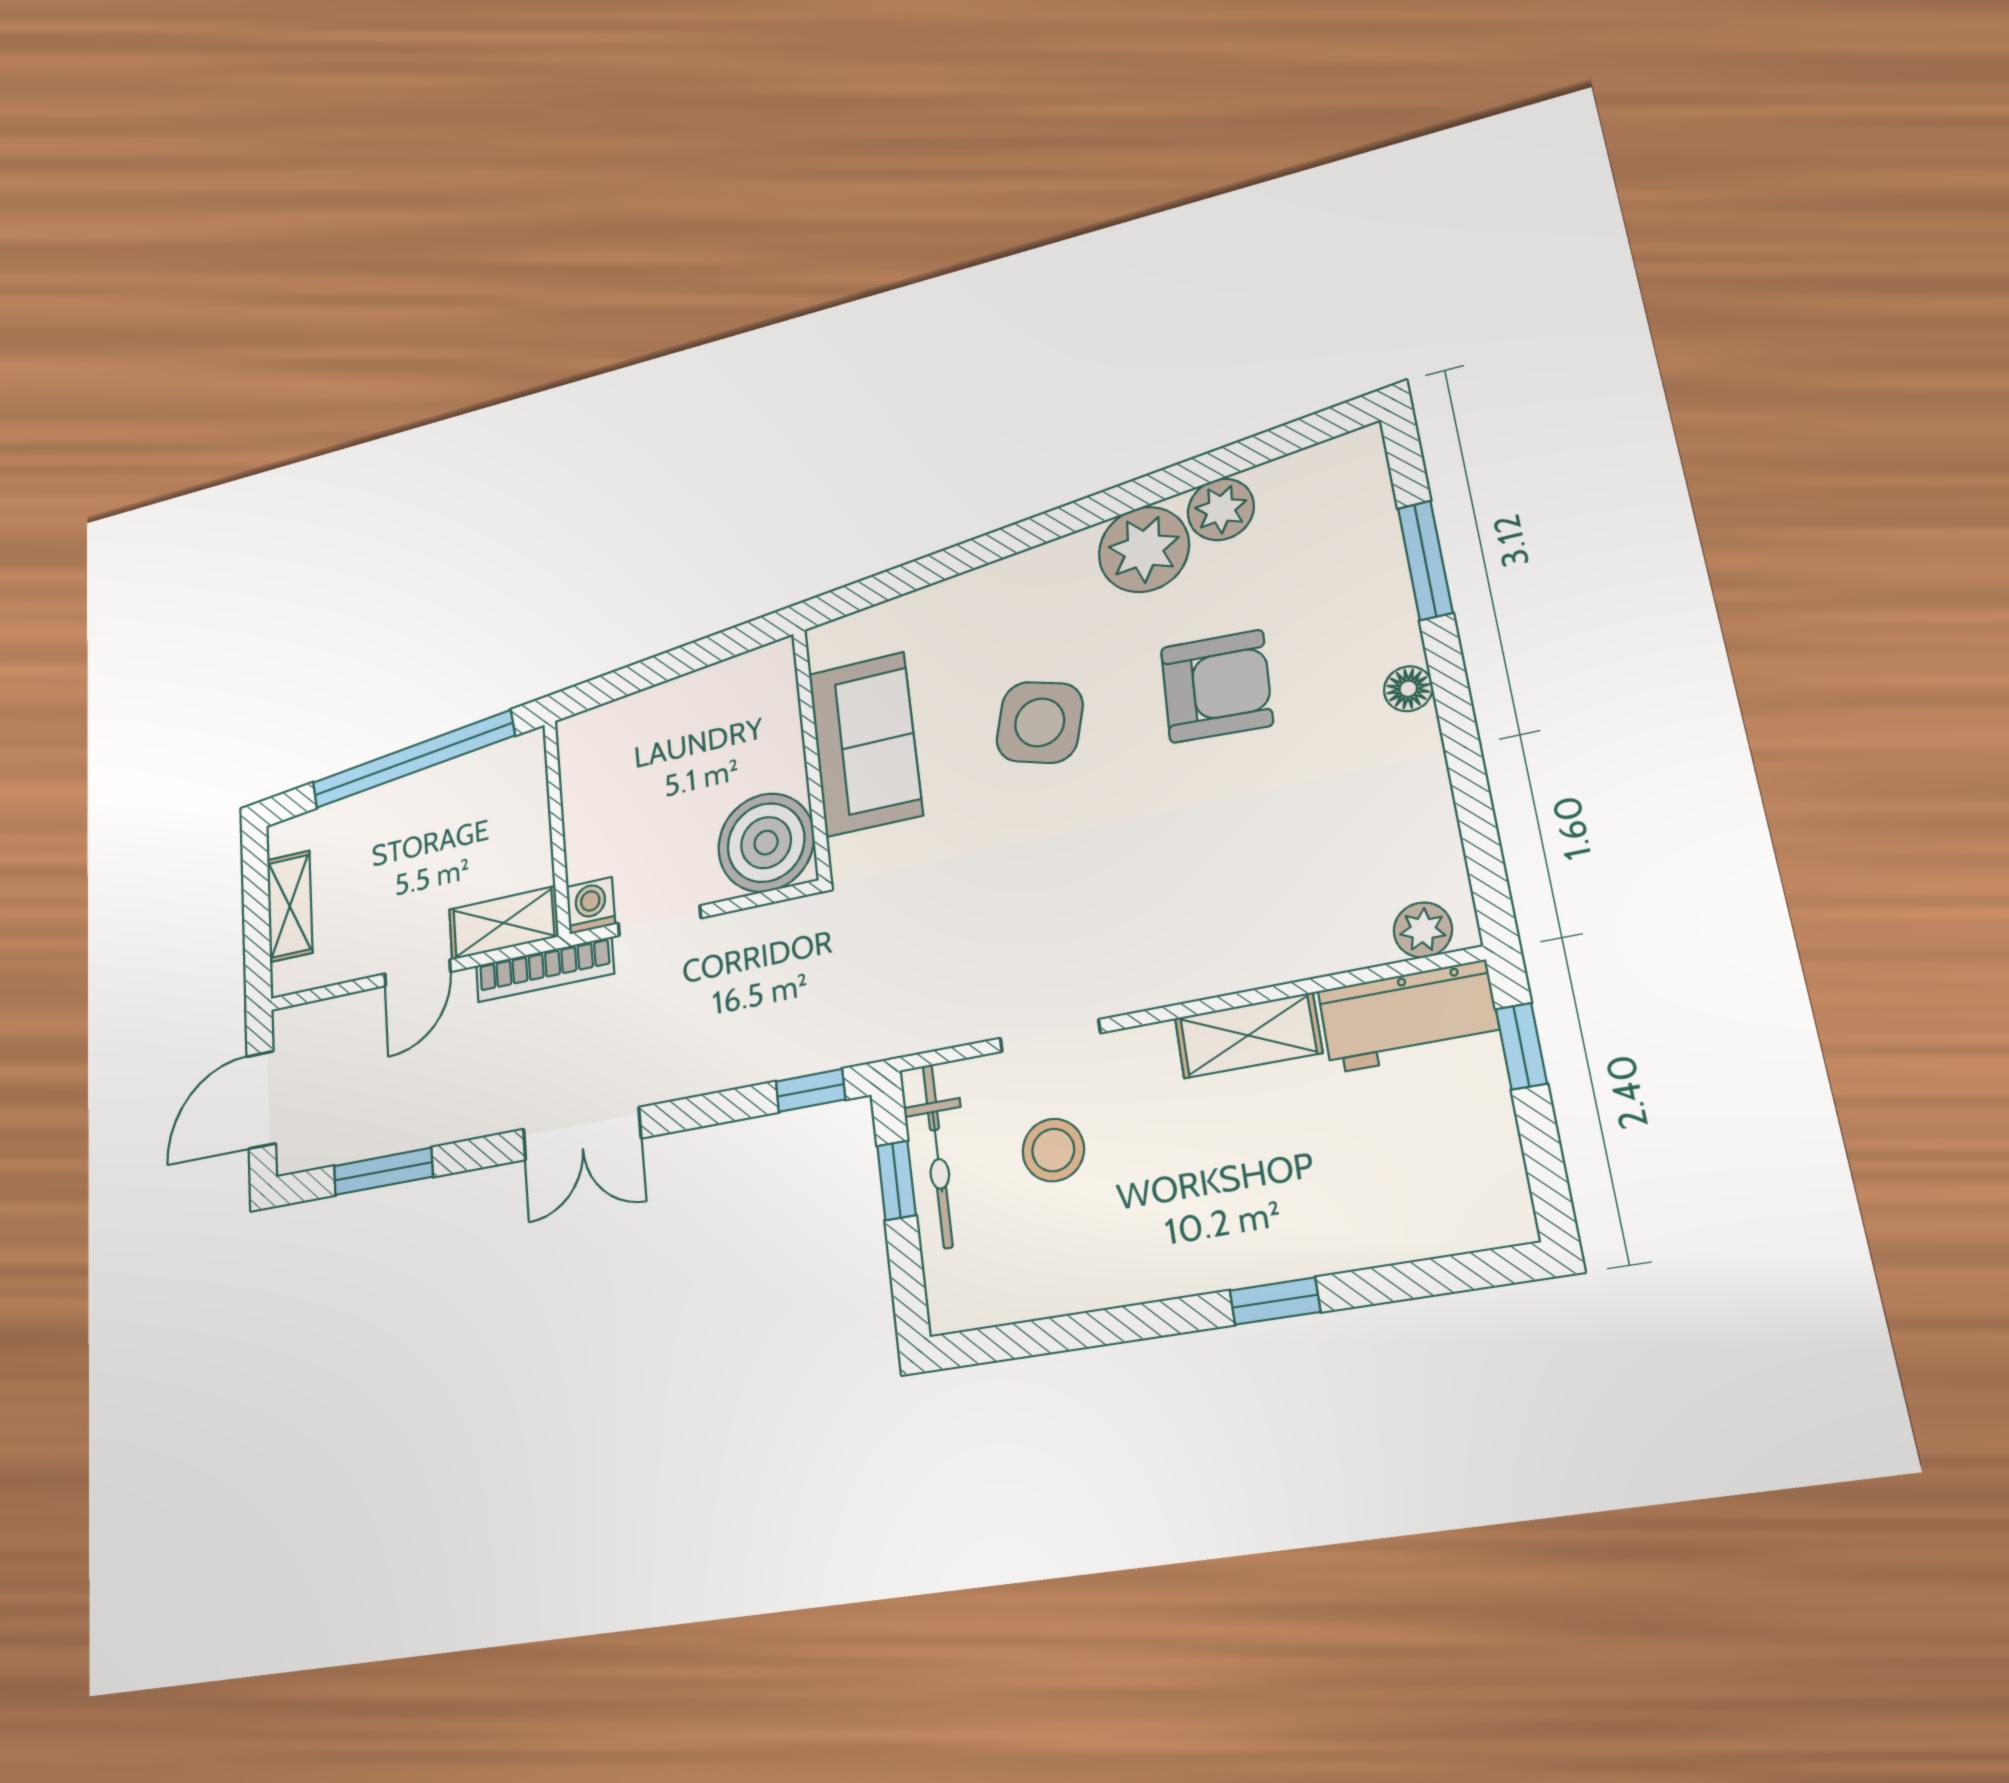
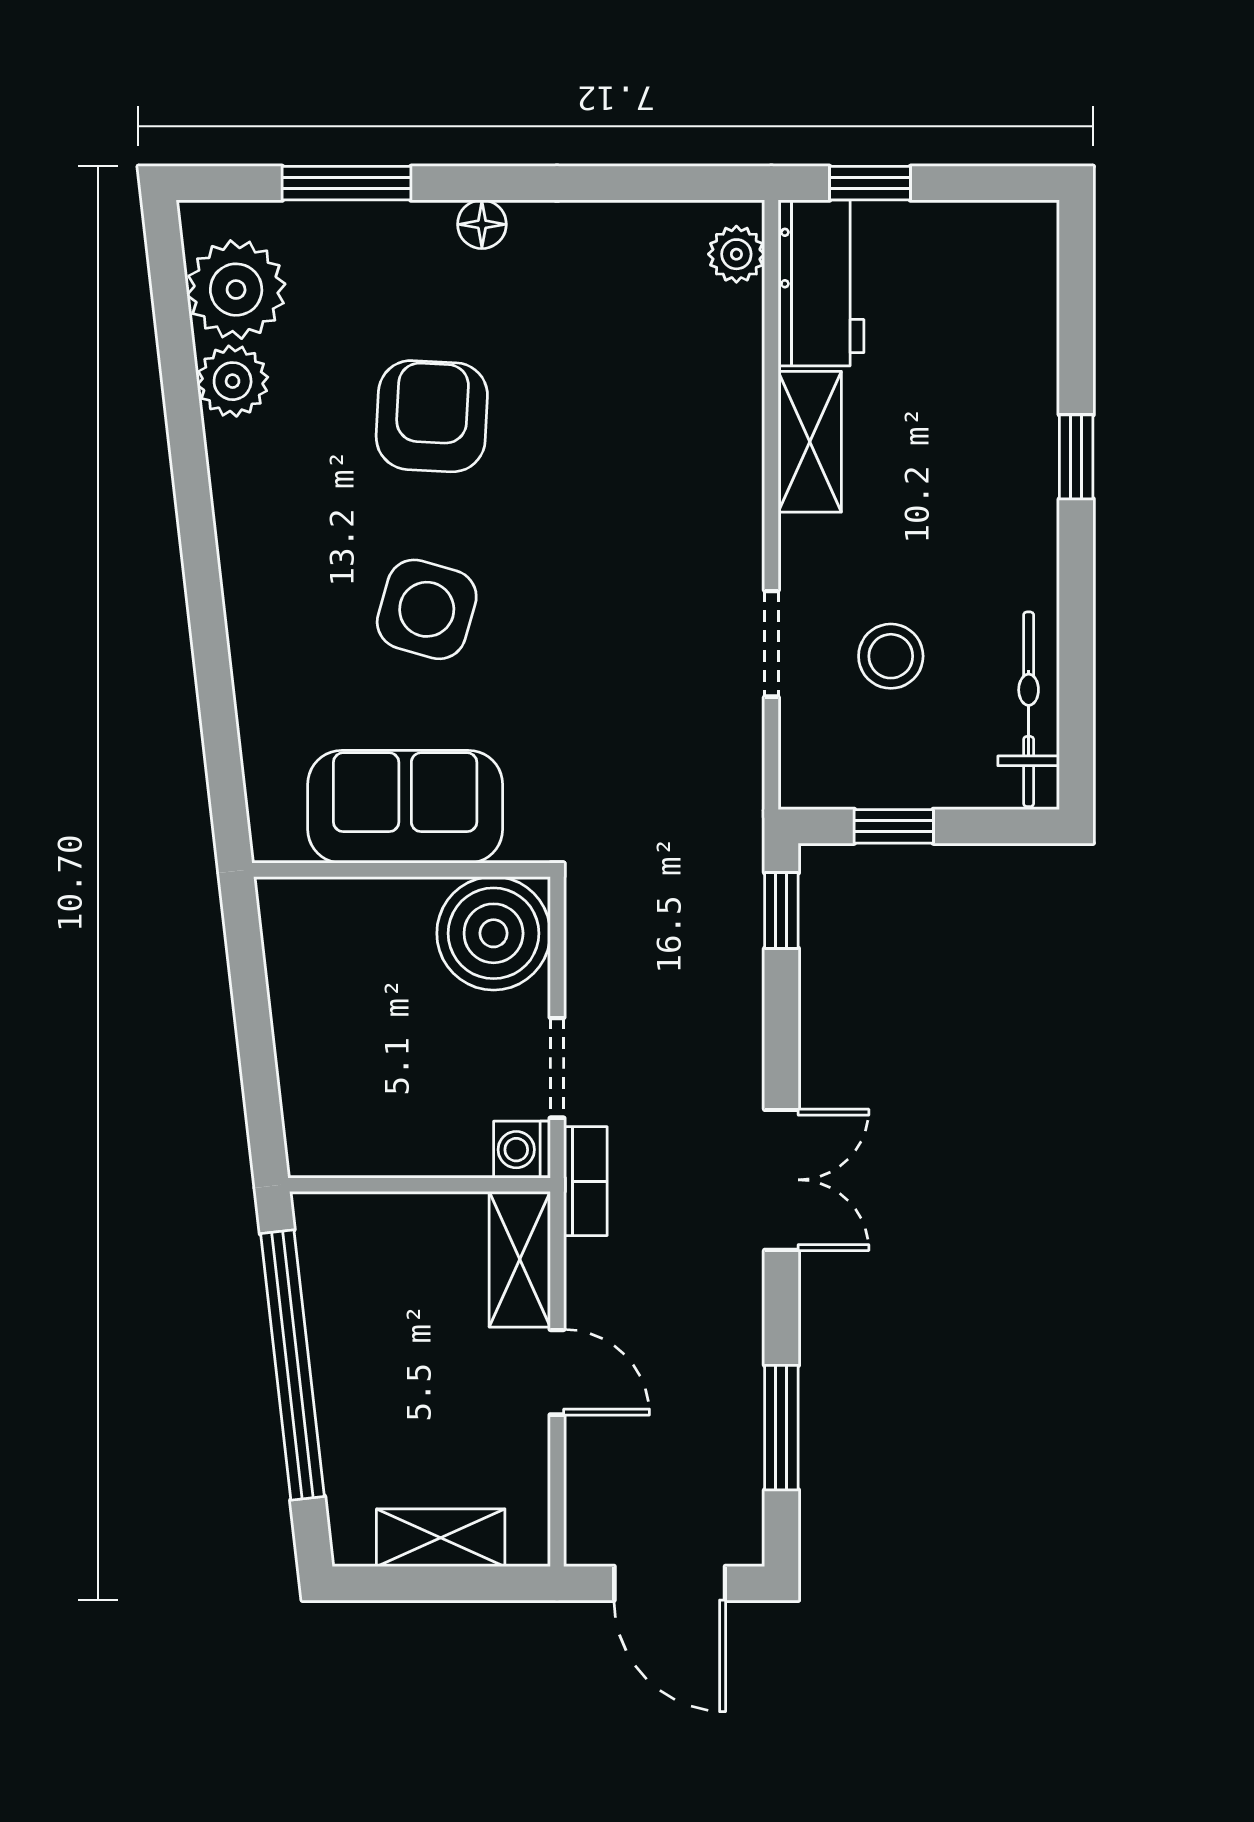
plant: (1144, 549) -> (236, 290), moved
bookcase: (545, 970) -> (585, 1181), width x0.64
bicycle: (938, 1156) -> (1029, 709), moved, turned -90

